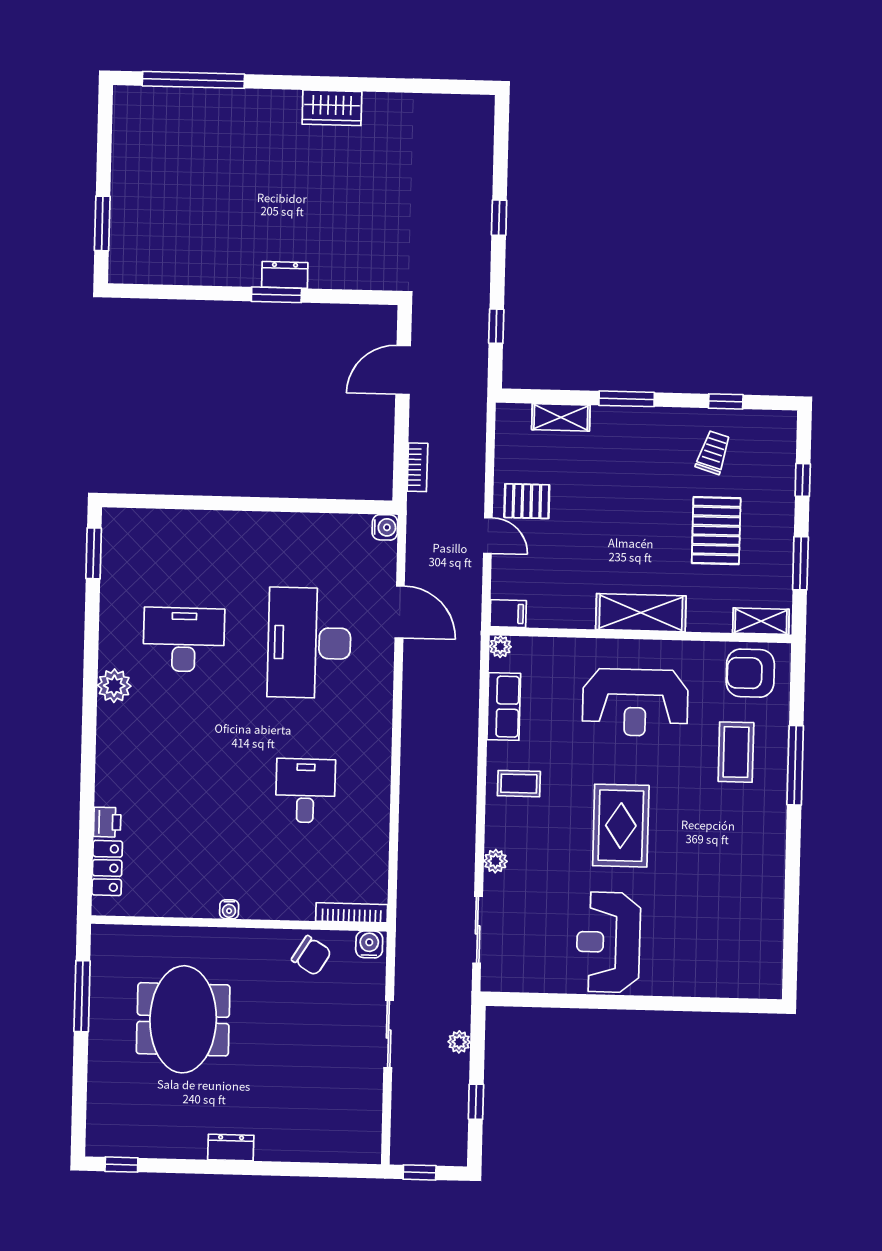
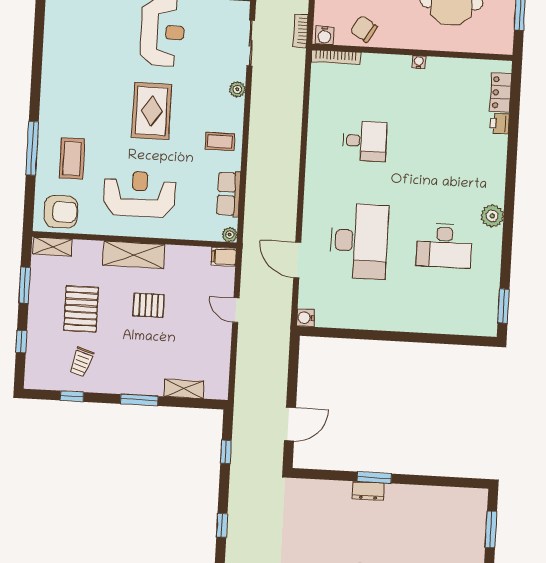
bookcase: (417, 467) -> (301, 31), moved
pallet: (527, 501) -> (149, 305), moved
desk: (305, 791) -> (365, 141), turned -90

